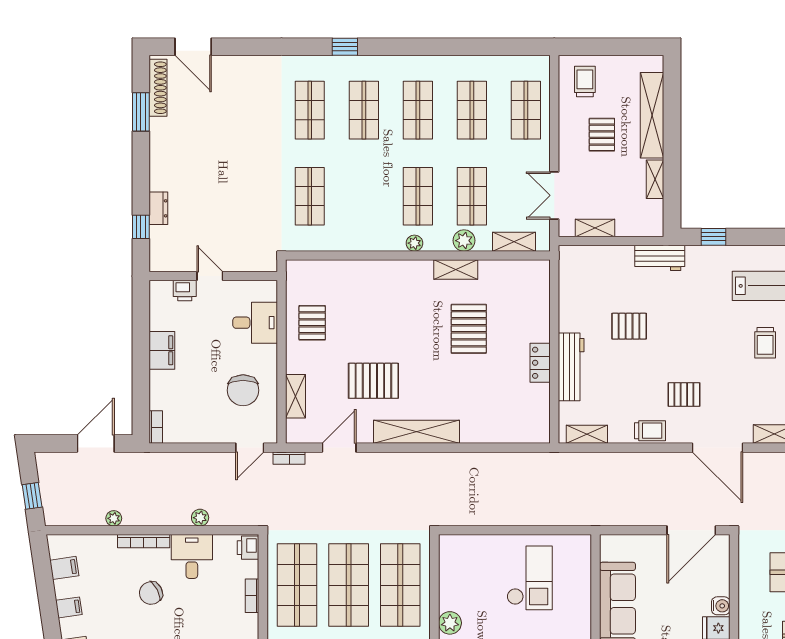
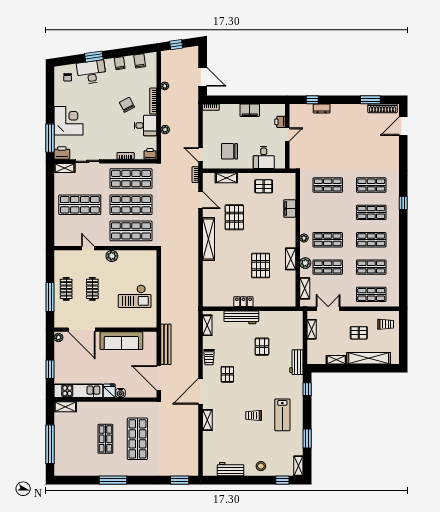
filing cabinet: (356, 271) -> (290, 209), added
pallet: (469, 329) -> (261, 265), turned 90
bench: (625, 516) -> (166, 344), added

